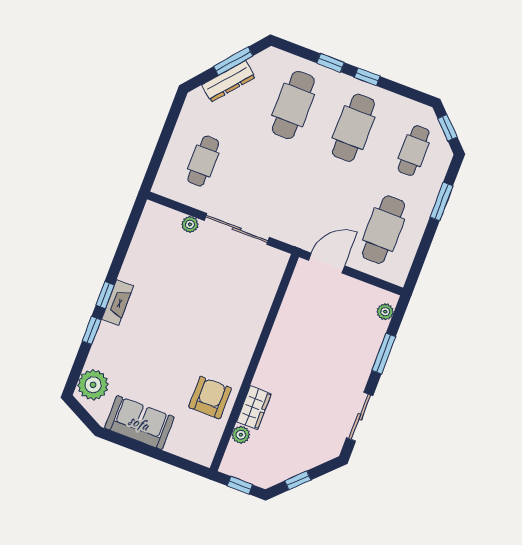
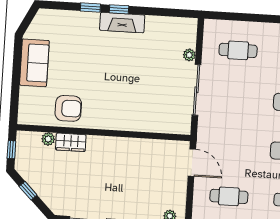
cafe table: (384, 230) -> (229, 196), width x0.73, depth x0.74
fireplace: (118, 303) -> (122, 23), width x1.37, depth x1.32
plant: (93, 385) -> (51, 21), removed

